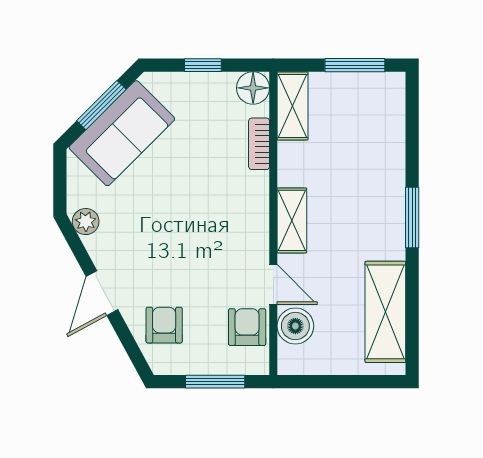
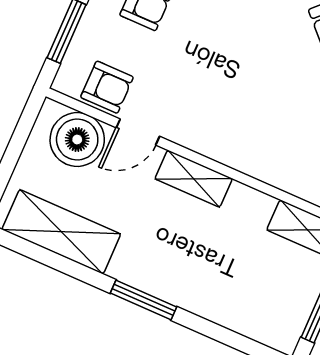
bookcase: (259, 144) -> (284, 180), removed
boiler: (295, 326) -> (77, 139), width x1.37, depth x1.37

